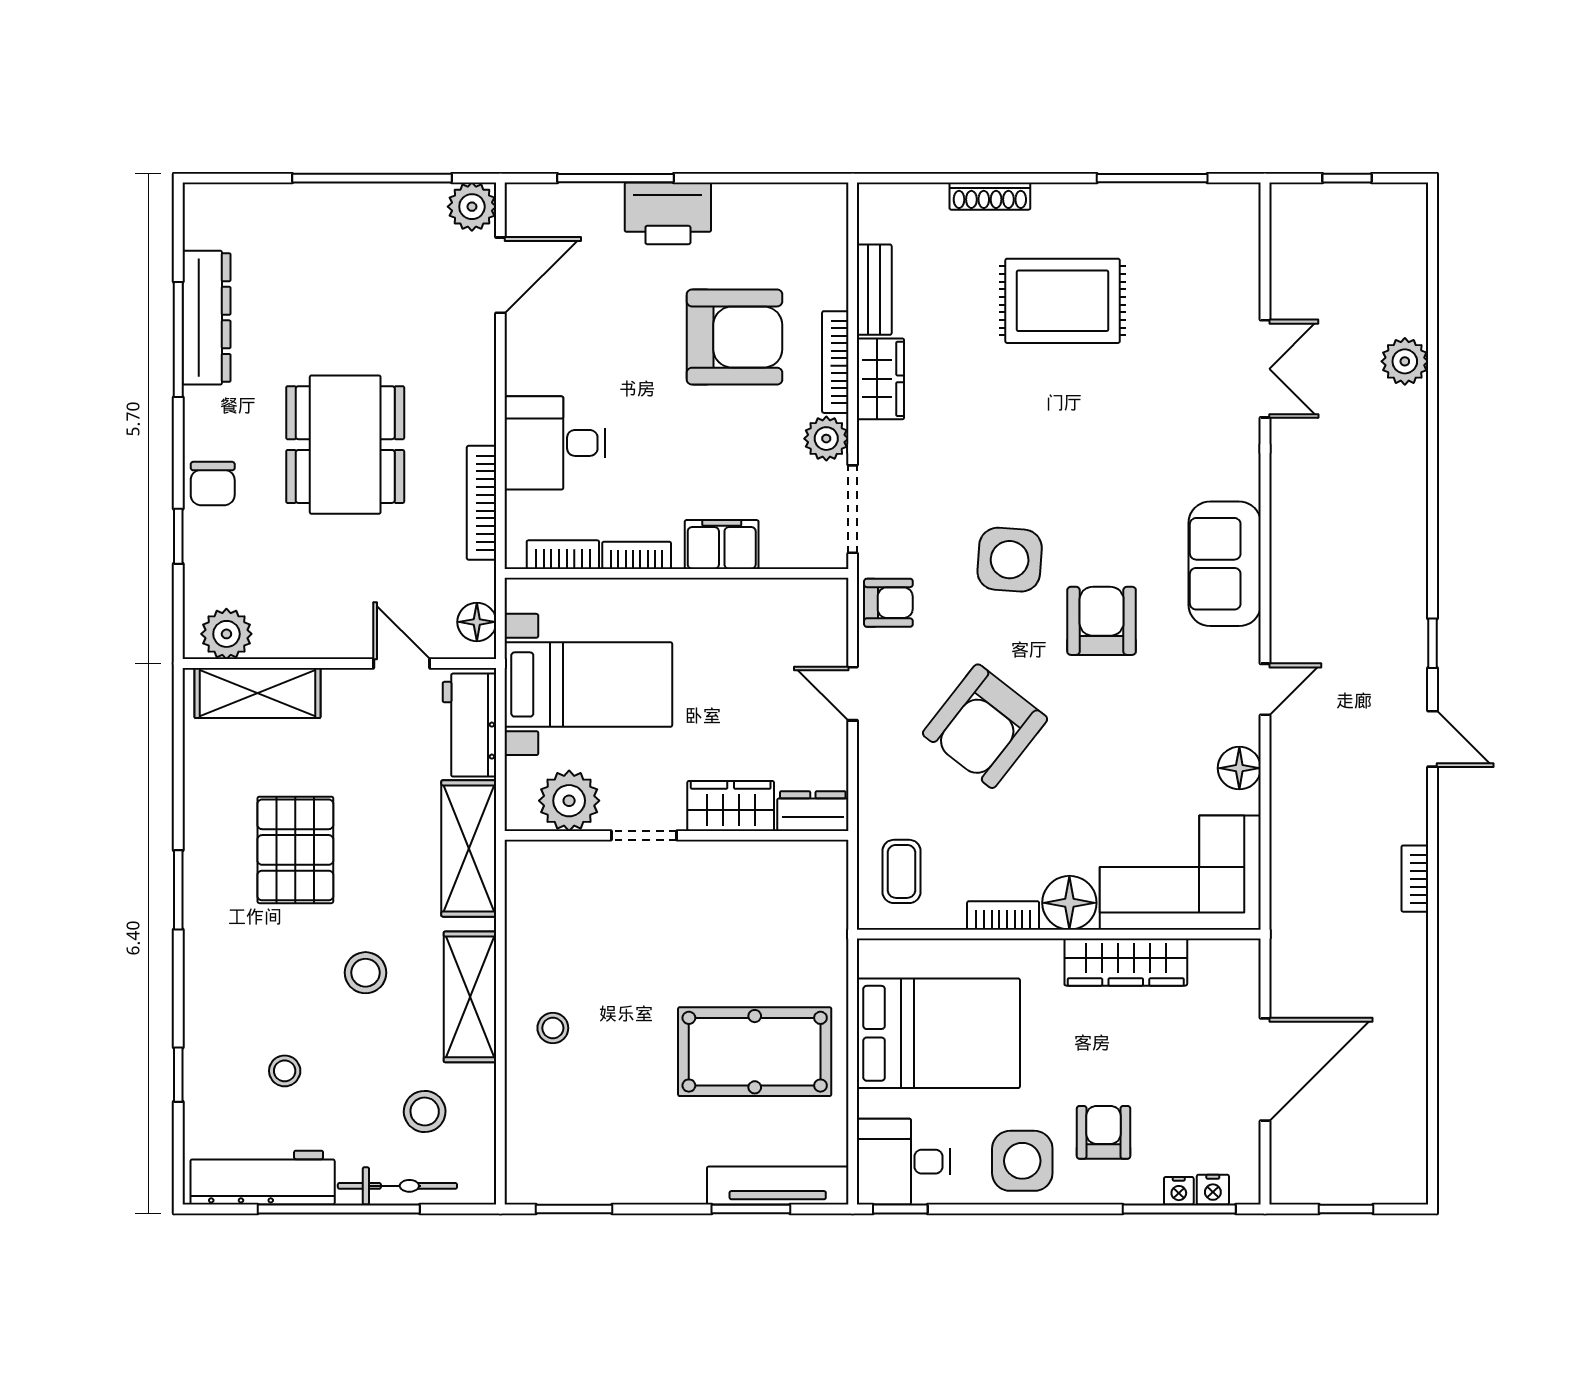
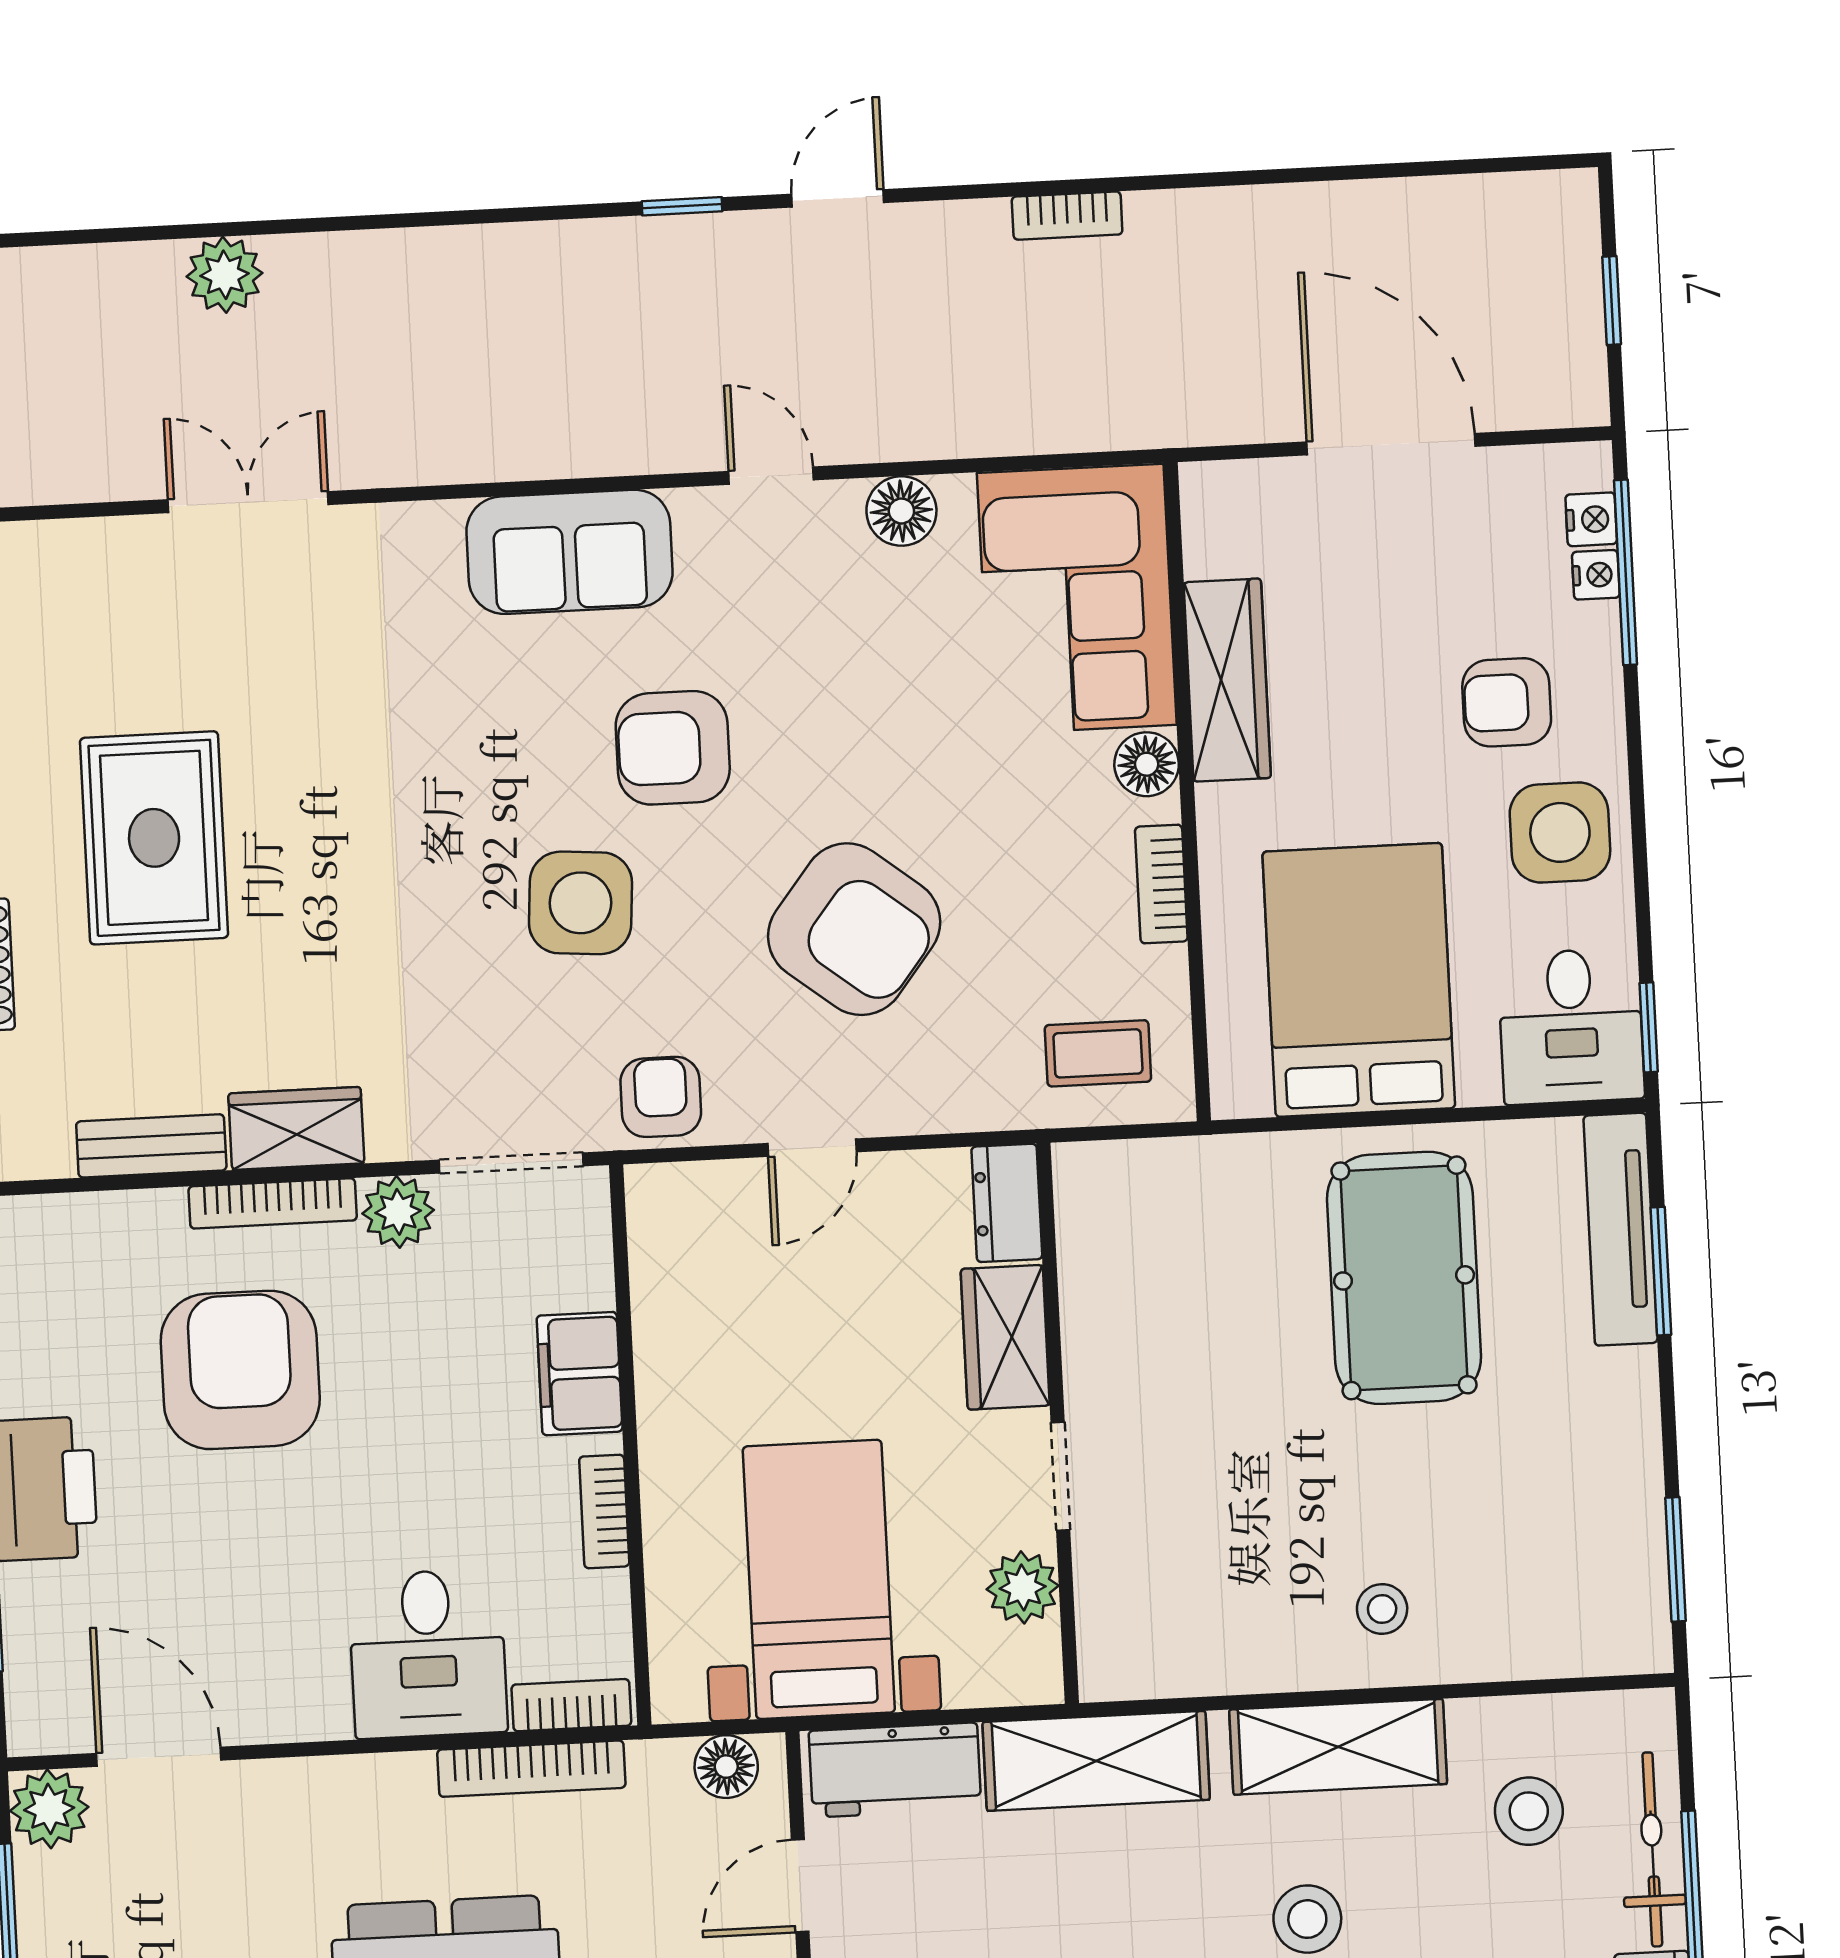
bookcase: (563, 555) -> (571, 1705), moved, turned 90
plant: (569, 801) -> (1023, 1587), width x0.73, depth x0.73
floor lamp: (1069, 903) -> (1147, 764), width x0.73, depth x0.73

